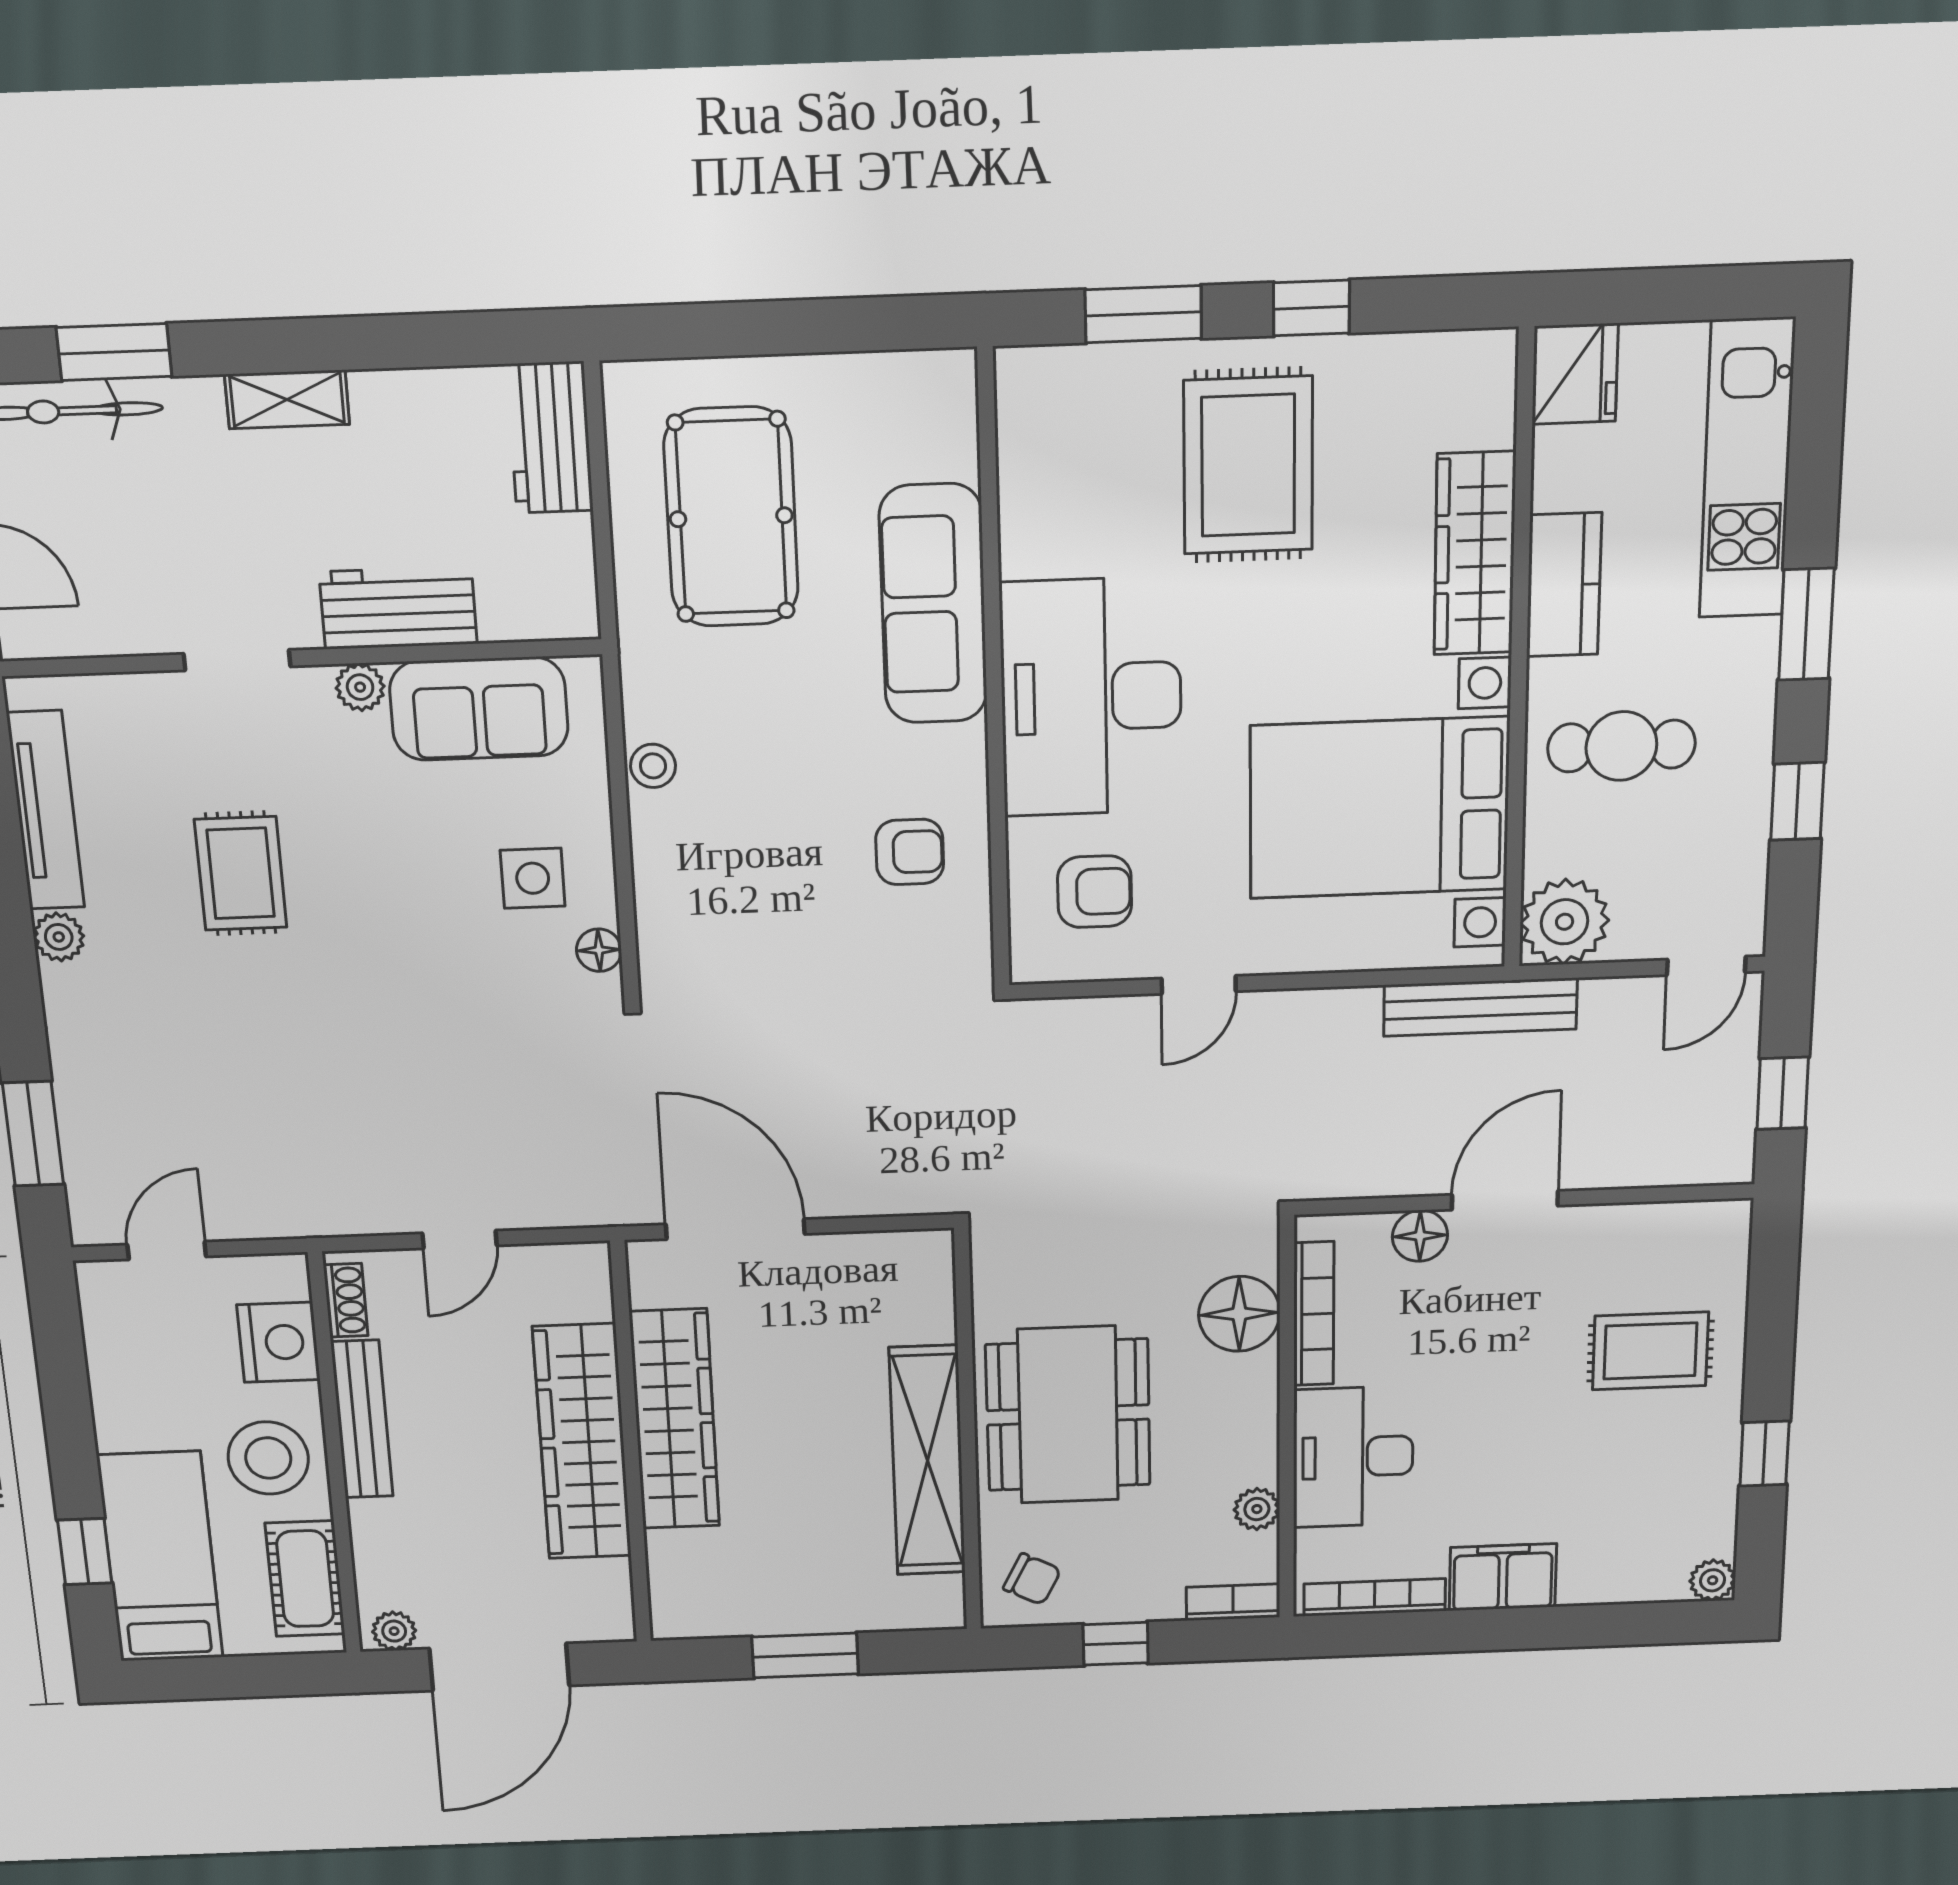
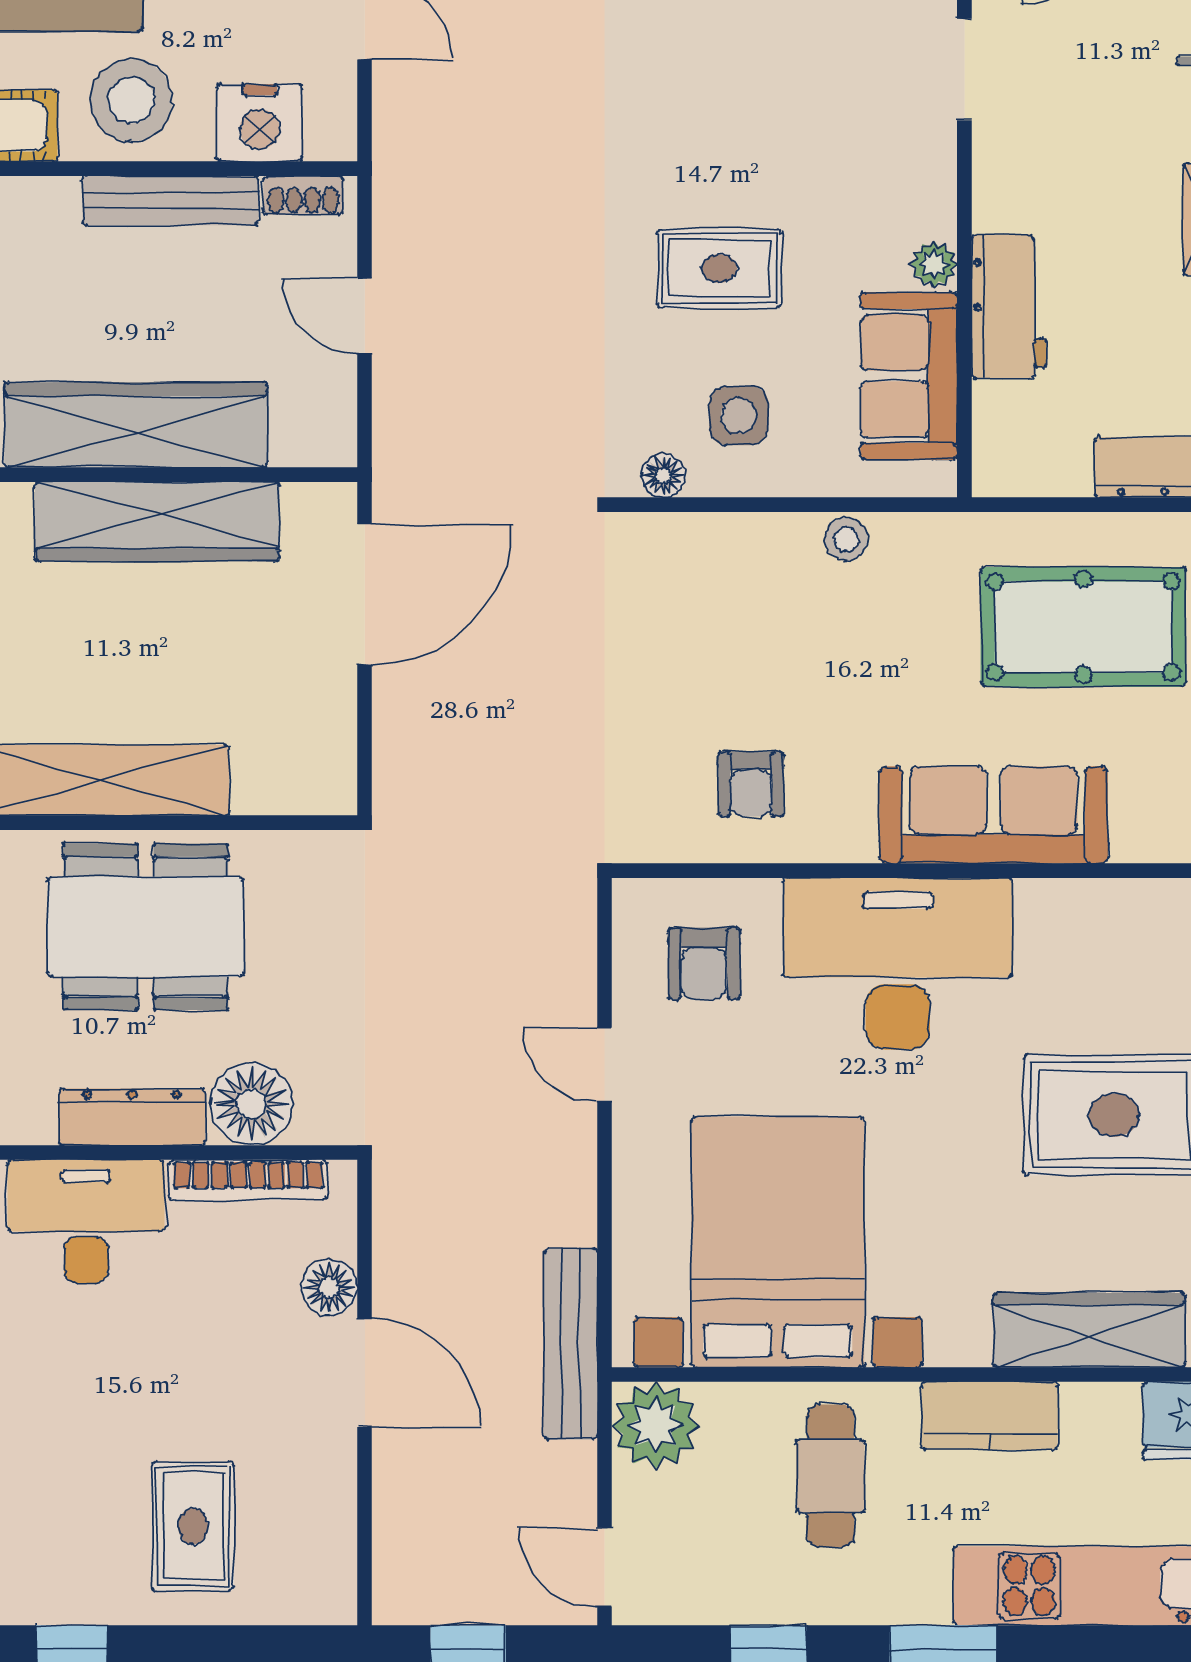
wardrobe: (1475, 554) -> (1089, 1330), moved
doorway: (237, 660) -> (964, 70), moved
rug: (241, 873) -> (719, 269), moved
dresser: (1252, 1420) -> (132, 1117), added
plant: (1257, 1509) -> (31, 1121), removed

